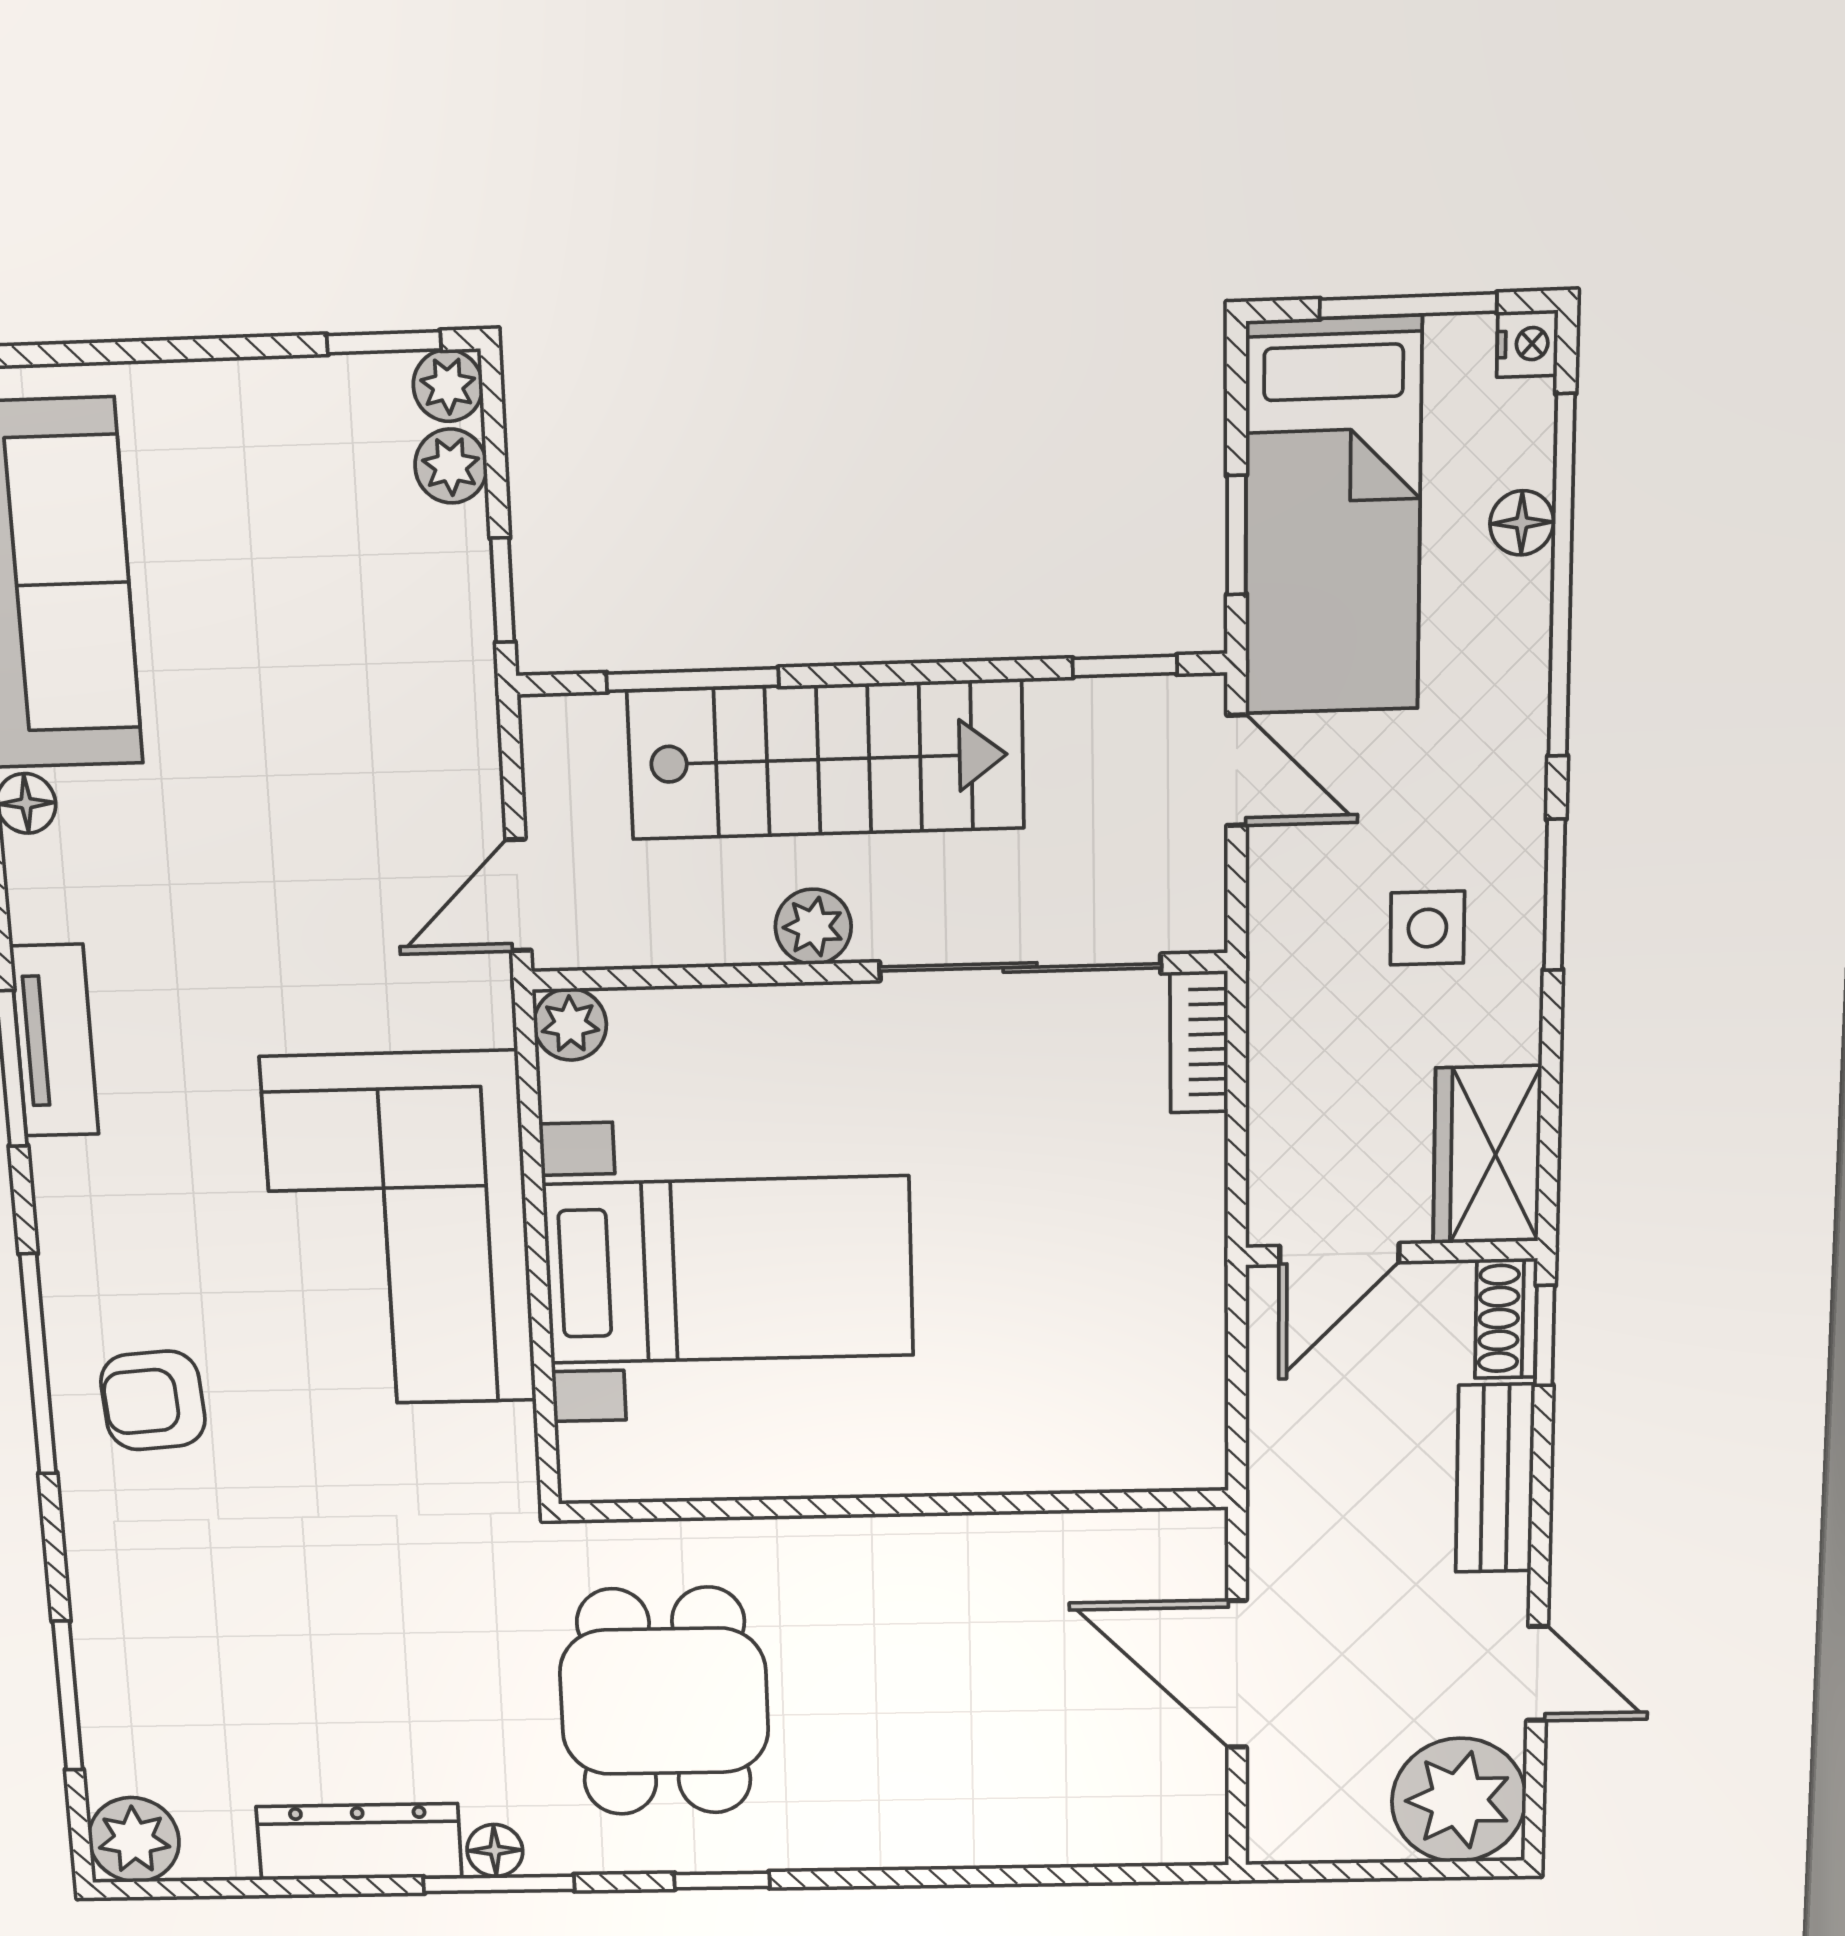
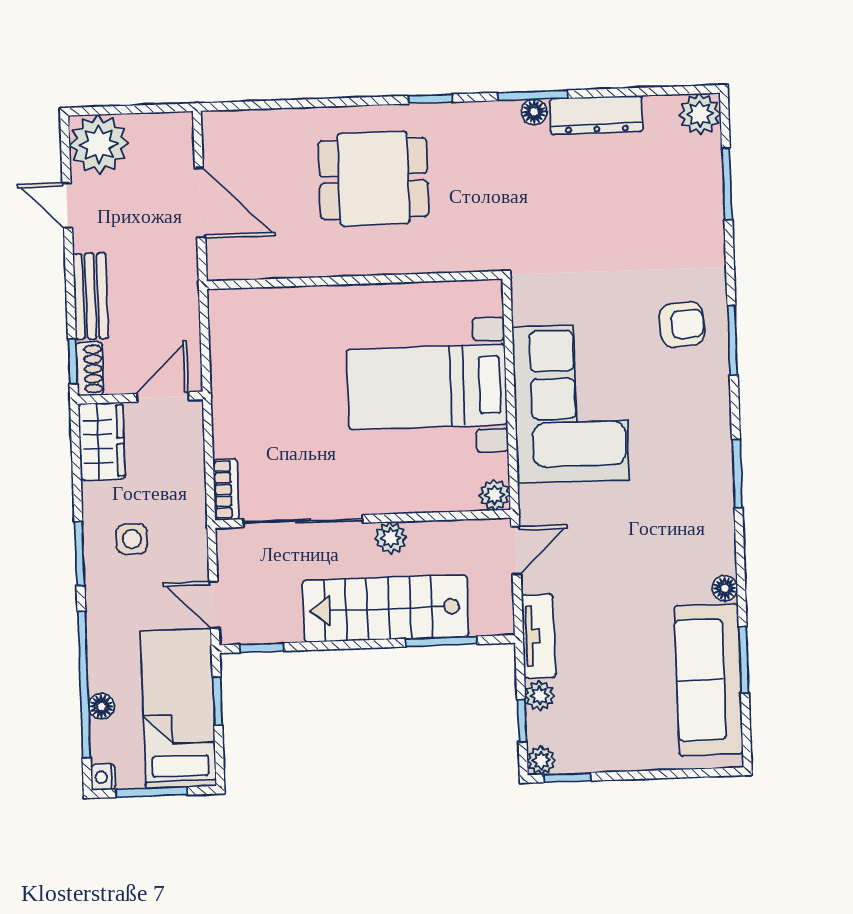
plant: (451, 466) -> (540, 696), moved
window: (503, 590) -> (522, 721), moved
tv unit: (54, 1040) -> (539, 636), moved, turned 180
window: (38, 1364) -> (733, 340), width x0.69
dining table: (664, 1701) -> (374, 178), moved, turned 90

